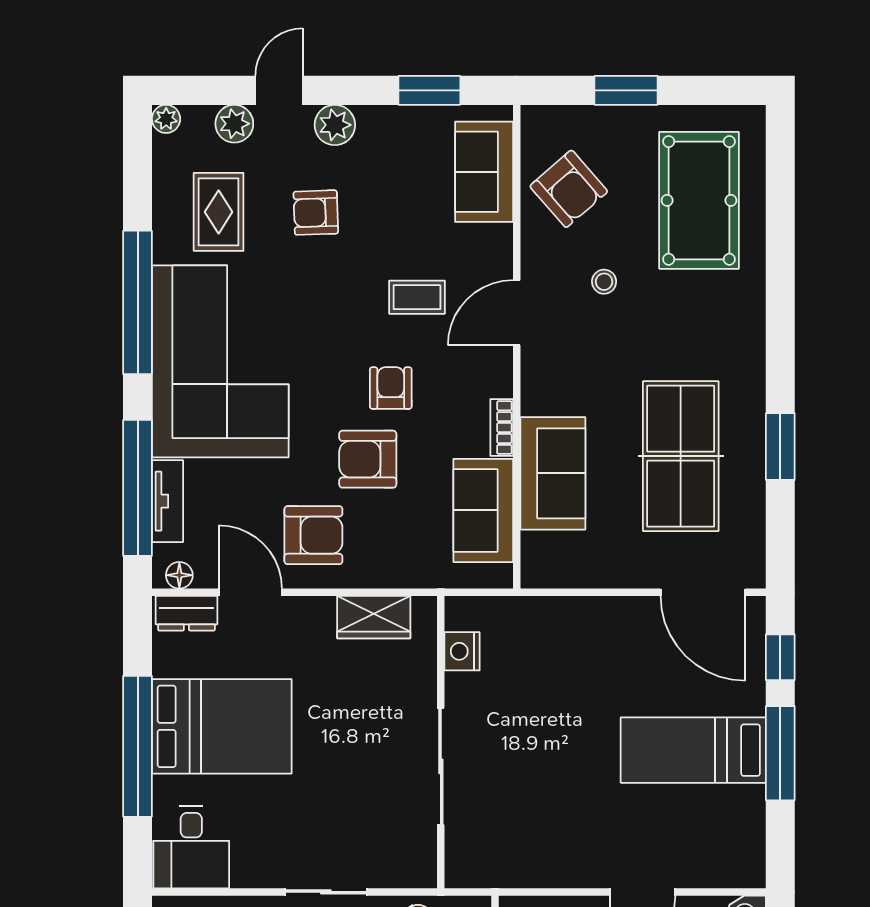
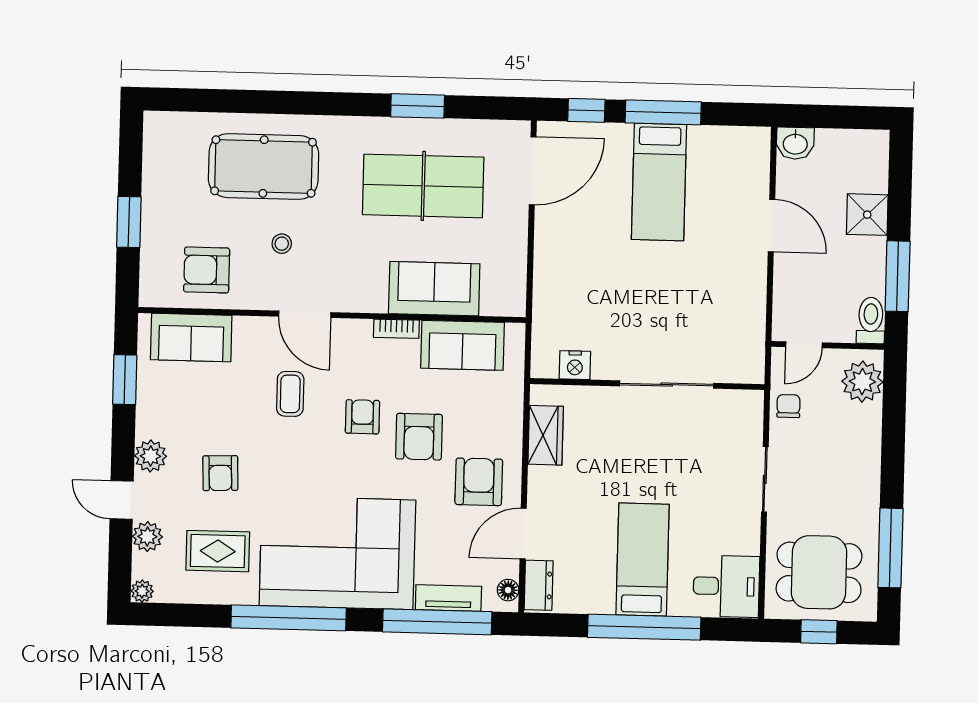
armchair: (569, 189) -> (207, 270), turned -139
pool table: (699, 200) -> (264, 167), moved
armchair: (391, 388) -> (362, 417), turned 90
bed: (222, 726) -> (643, 560), width x0.67

